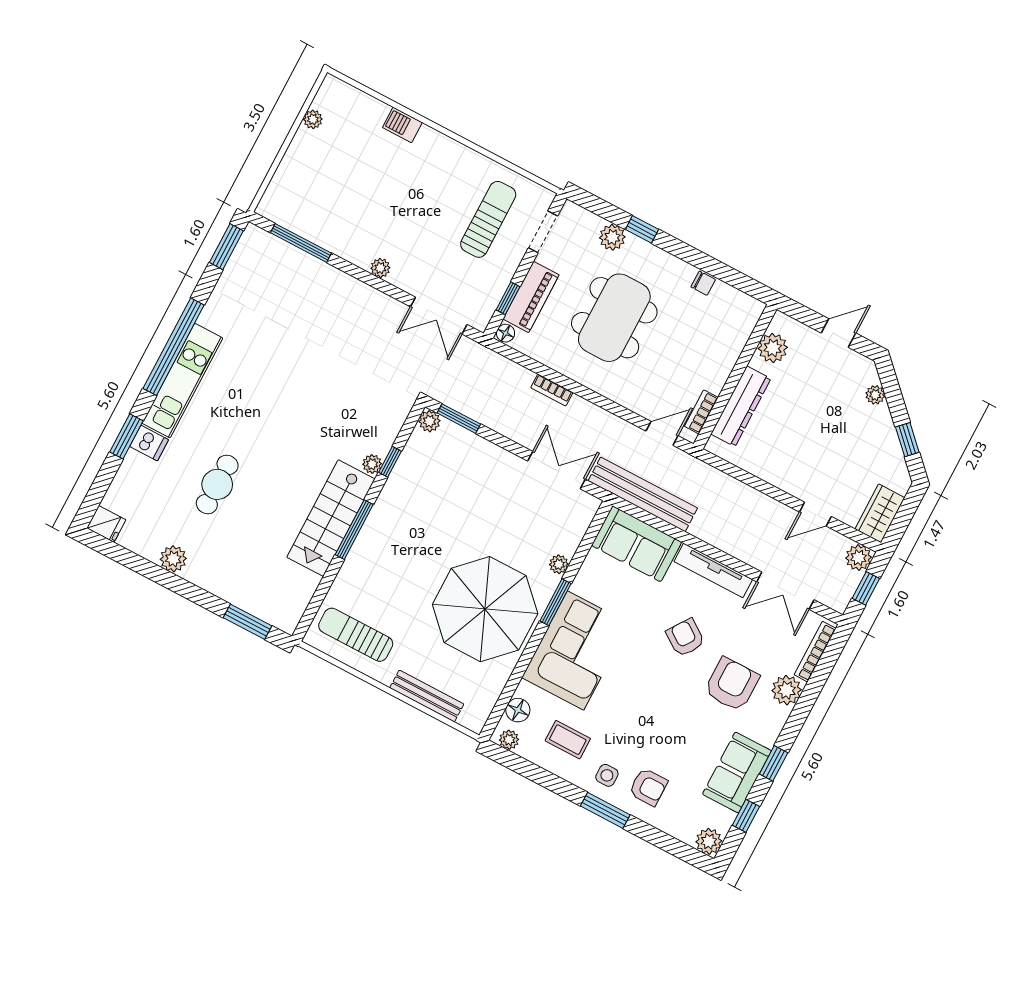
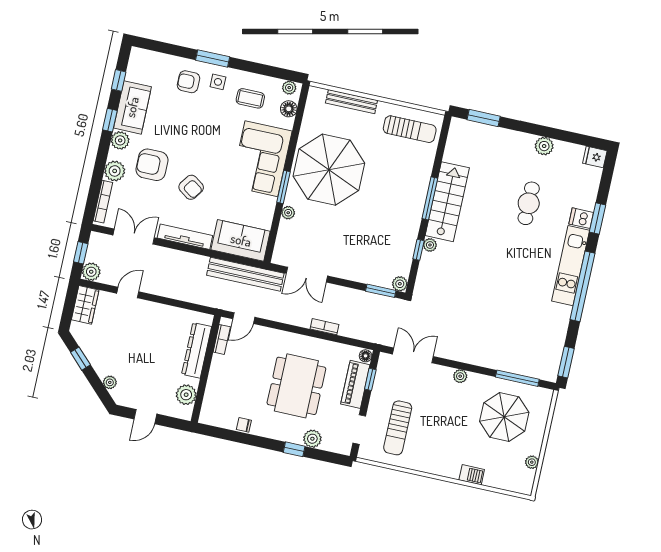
parasol: (334, 193) -> (504, 417), added
armchair: (732, 684) -> (152, 165), turned 90
plant: (709, 841) -> (120, 140), moved

